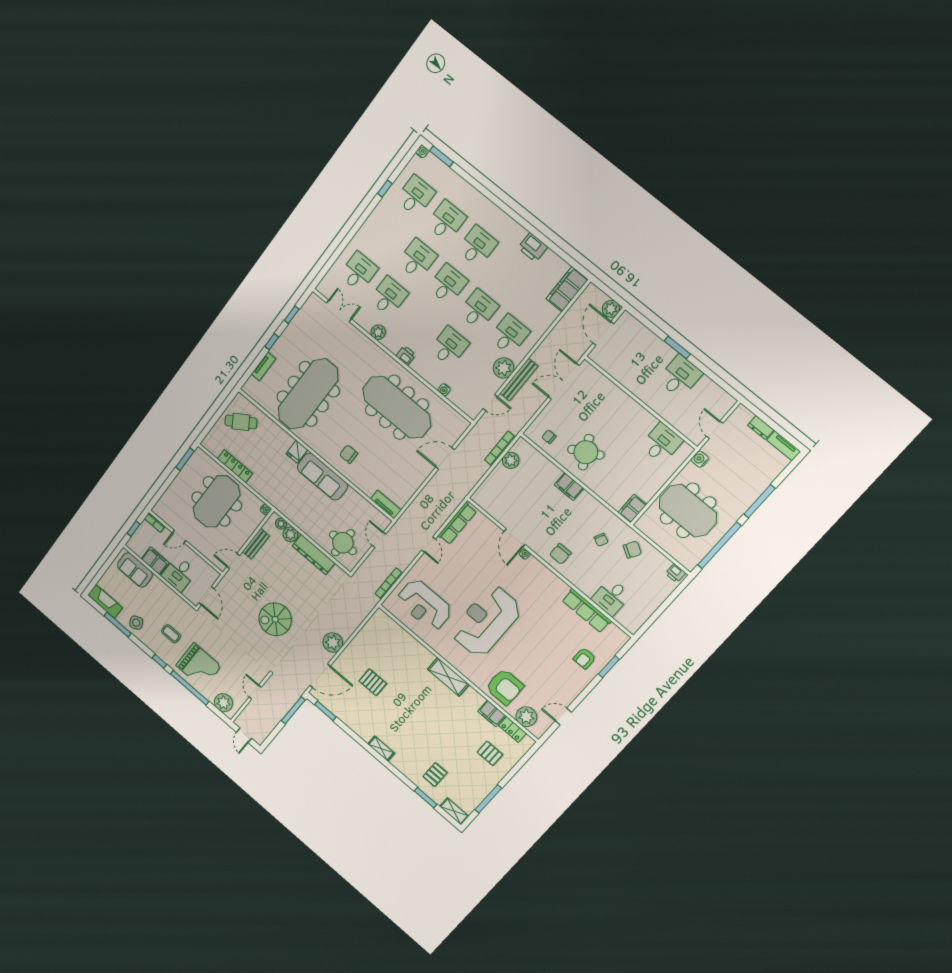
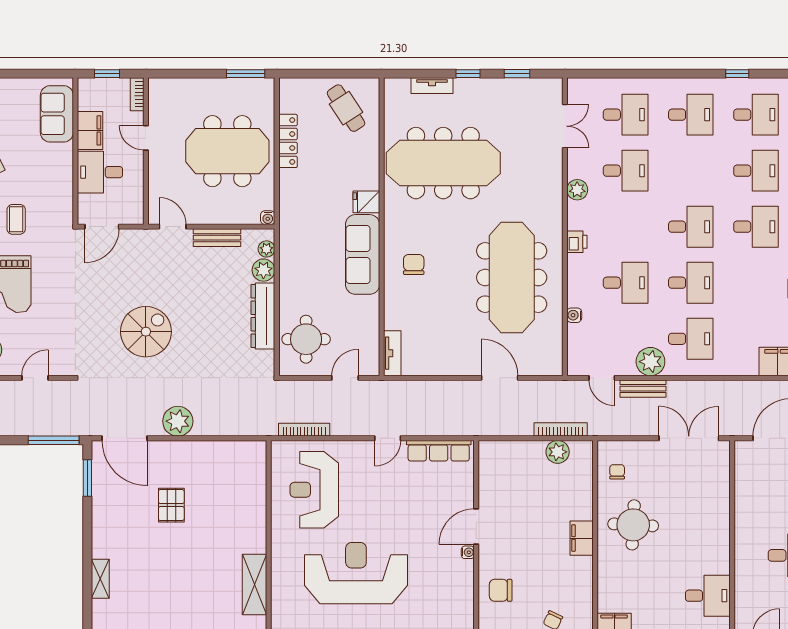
desk: (417, 259) -> (691, 115), moved
bench: (519, 380) -> (643, 389), width x0.73
round table: (586, 452) -> (633, 525), turned 31
spiral stairs: (275, 619) -> (146, 332), turned 90

